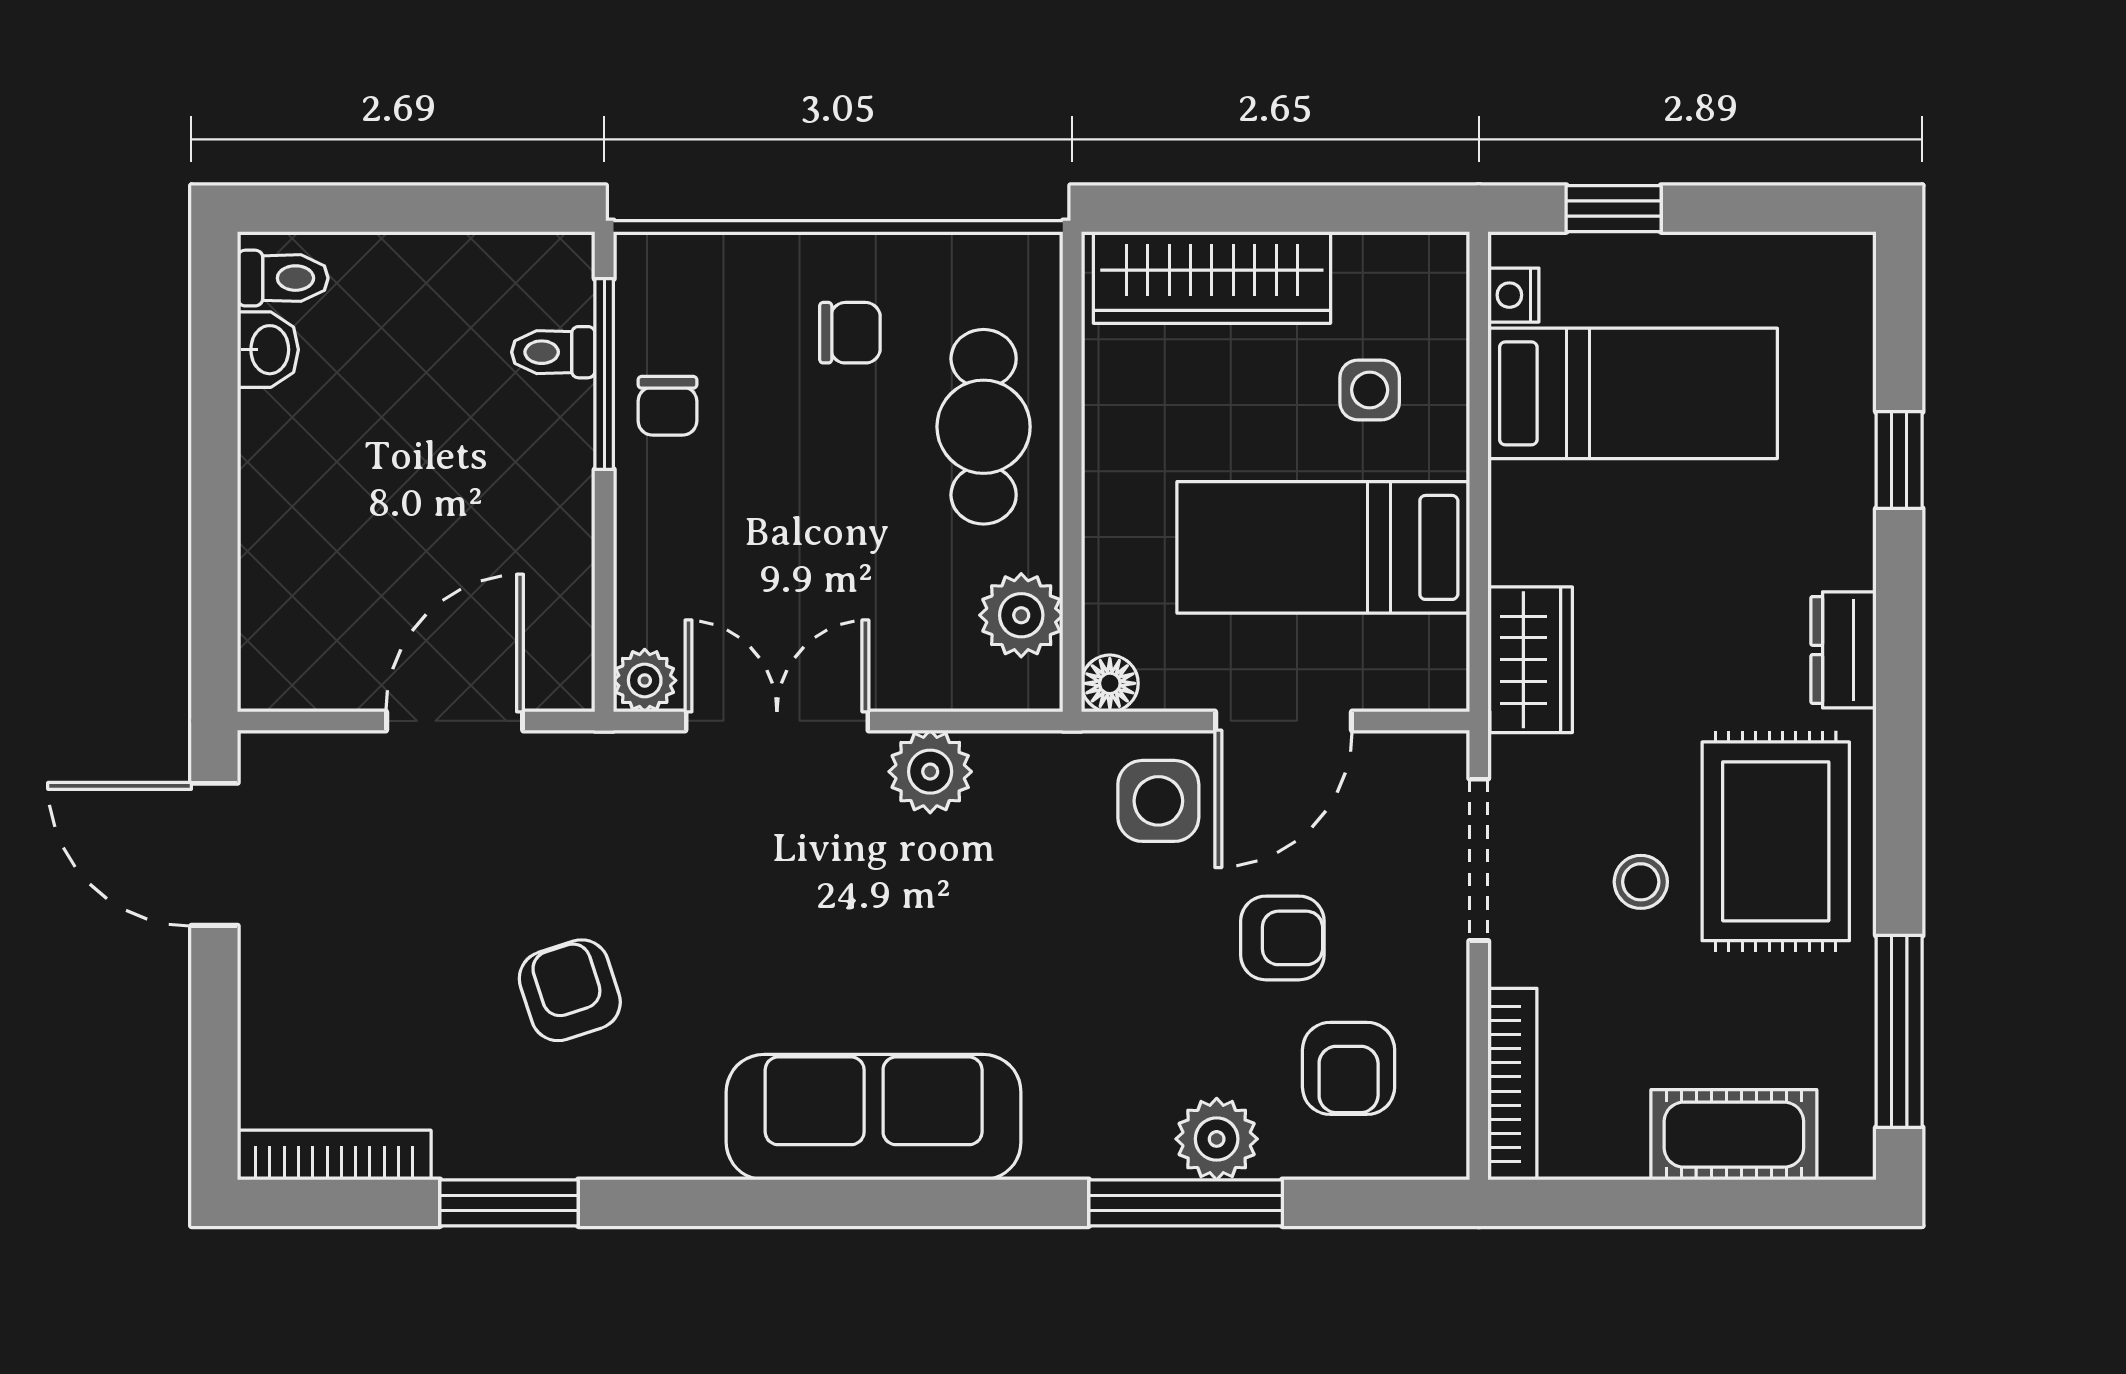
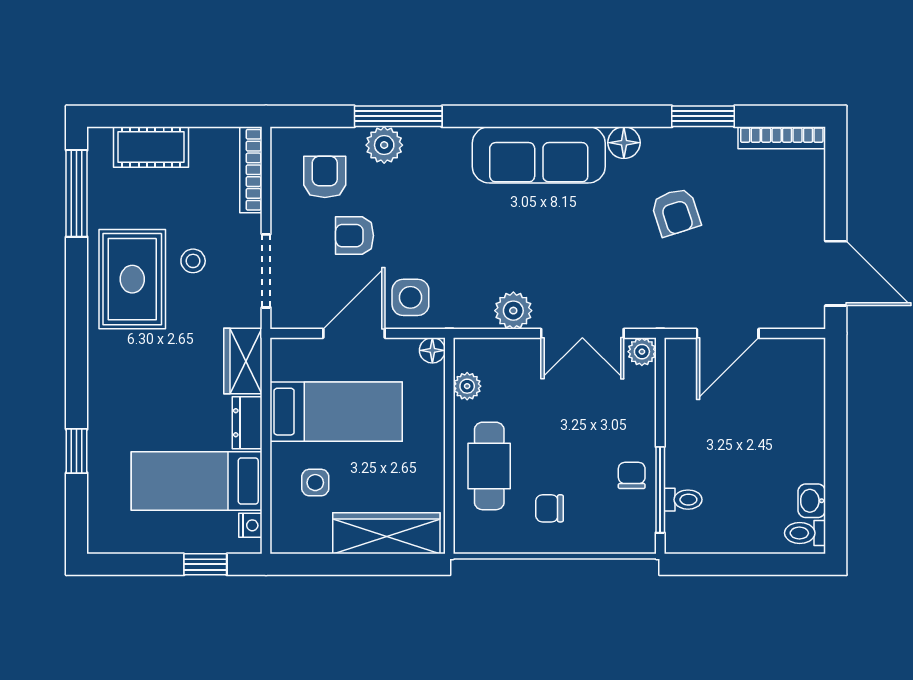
plant: (1021, 615) -> (467, 386), width x0.73, depth x0.73
dresser: (1843, 650) -> (247, 423), moved, turned 180
floor lamp: (685, 1144) -> (624, 143), added

